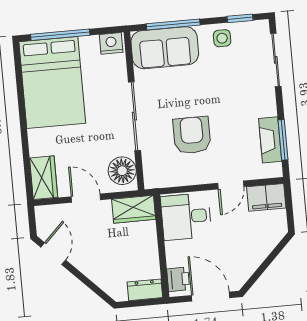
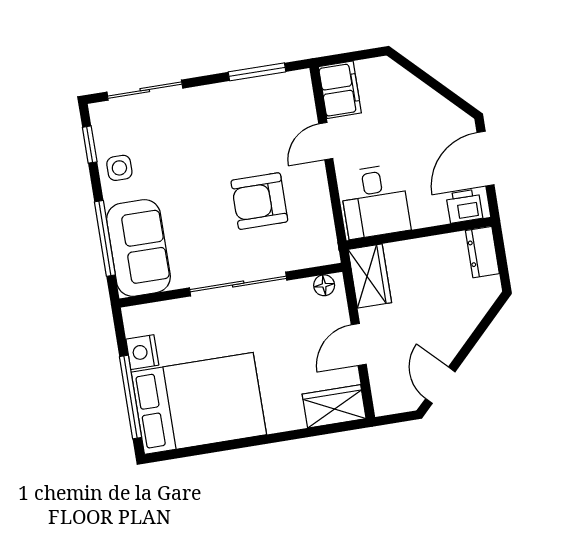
nightstand: (111, 43) -> (142, 352), moved
fireplace: (270, 140) -> (258, 90), removed
floor lamp: (122, 171) -> (324, 285), width x0.53, depth x0.53
door: (231, 185) -> (326, 141), swing flipped
door: (53, 254) -> (440, 385), hinge flipped

